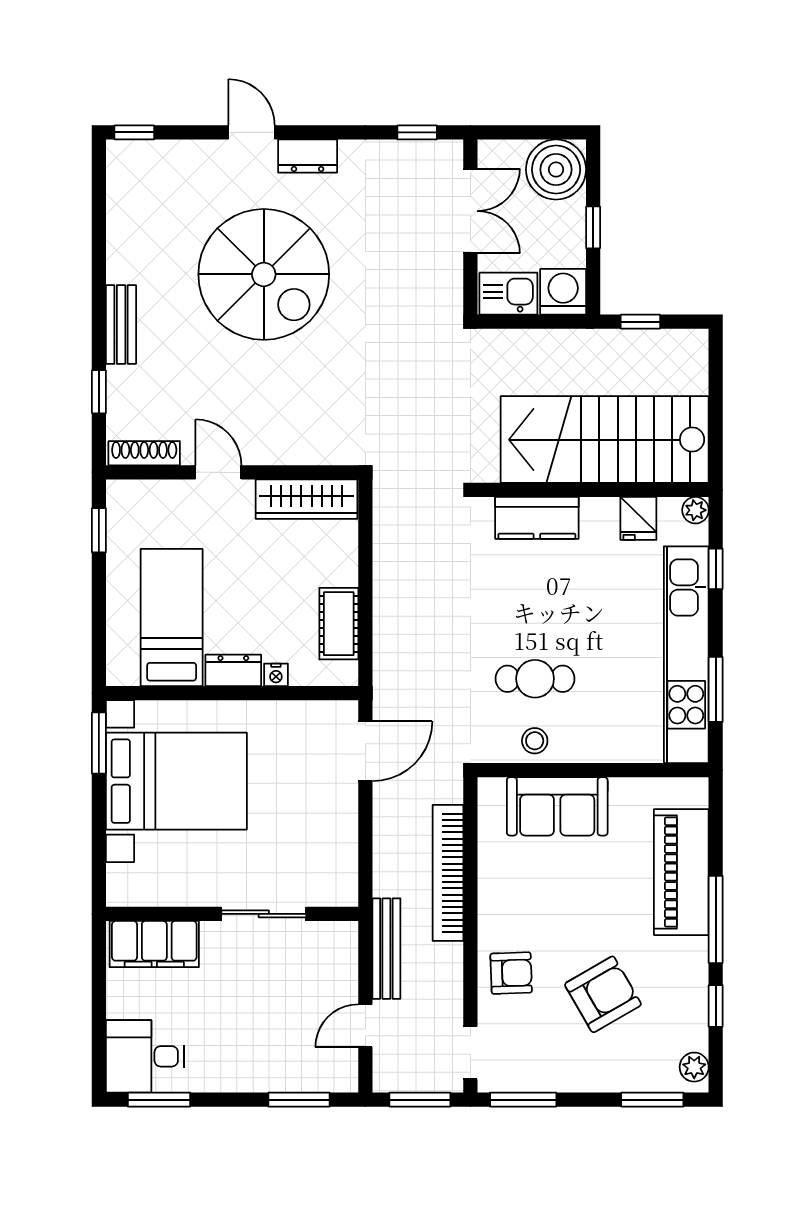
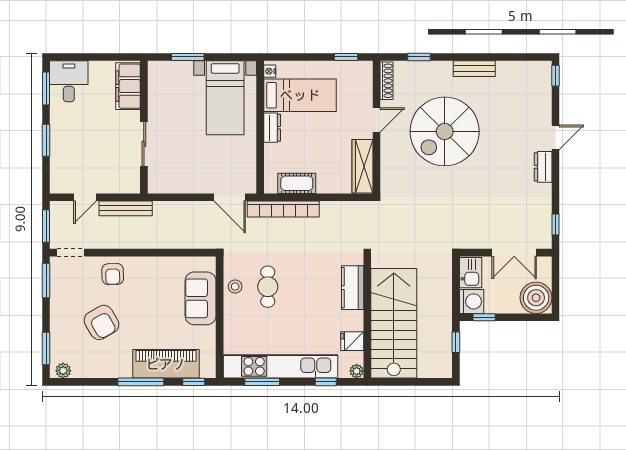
window: (593, 227) -> (484, 317), moved
spiral stairs: (264, 274) -> (445, 131), moved
bench: (121, 325) -> (474, 69), moved
nightstand: (276, 675) -> (270, 71), moved
window: (99, 743) -> (188, 57), moved
bed with nightstands: (176, 781) -> (225, 98), width x0.73
bookcase: (448, 873) -> (283, 209), moved, turned 180
window: (716, 1006) -> (194, 382), moved
door: (365, 1026) -> (85, 197), swing flipped
window: (299, 1100) -> (46, 140), moved

